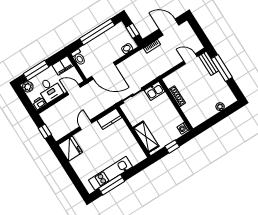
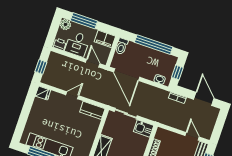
fridge: (70, 149) -> (43, 93), width x0.53, depth x0.75

